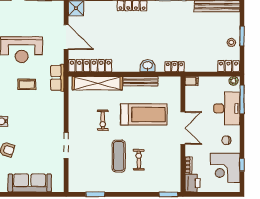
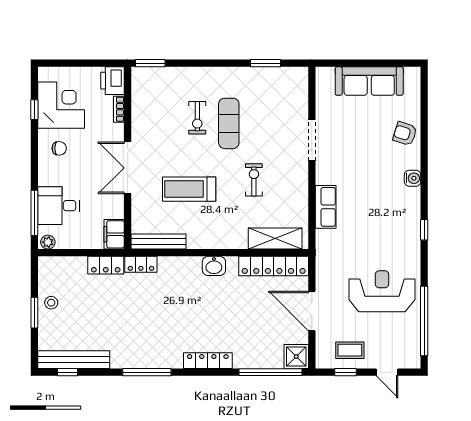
washbasin: (148, 66) -> (214, 266), moved
locker: (228, 66) -> (106, 265), moved
row of seats: (57, 78) -> (326, 207), moved
bench: (140, 81) -> (158, 242), moved
filing cabinet: (191, 81) -> (114, 234), width x2.00
shelving: (97, 83) -> (275, 238), width x0.68
coffee table: (27, 84) -> (350, 350), moved
desk: (227, 108) -> (59, 206), width x0.73
treadmill: (144, 114) -> (189, 189), width x0.73, depth x0.73

